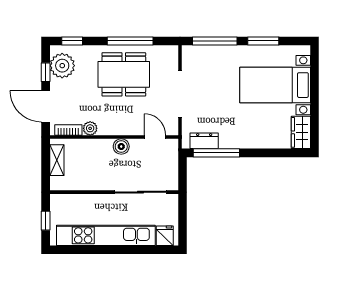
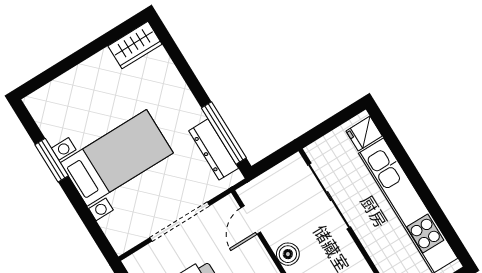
window: (215, 41) -> (88, 219), removed
bed with nightstands: (275, 85) -> (117, 158), moved, turned -90
dresser: (204, 141) -> (214, 149), width x1.44

